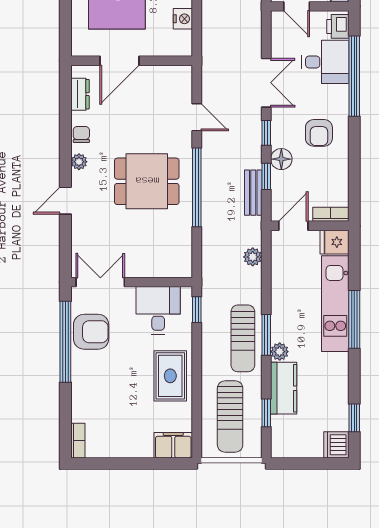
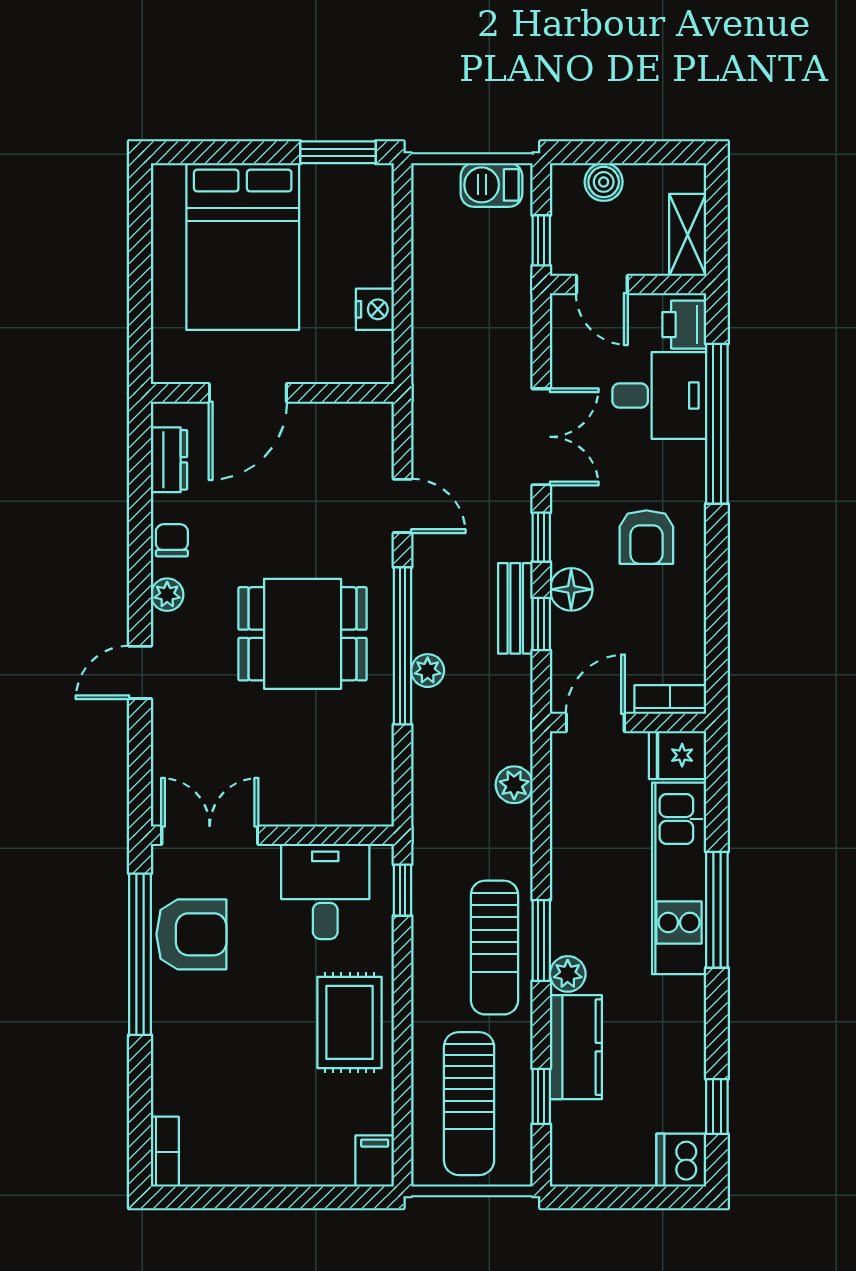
bench: (253, 193) -> (515, 608), moved
plant: (209, 200) -> (428, 671), added
filing cabinet: (173, 445) -> (375, 1161), width x0.50

